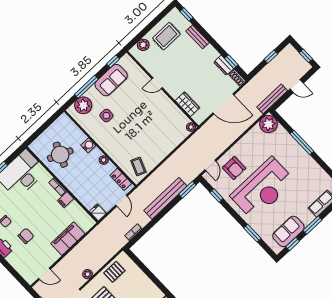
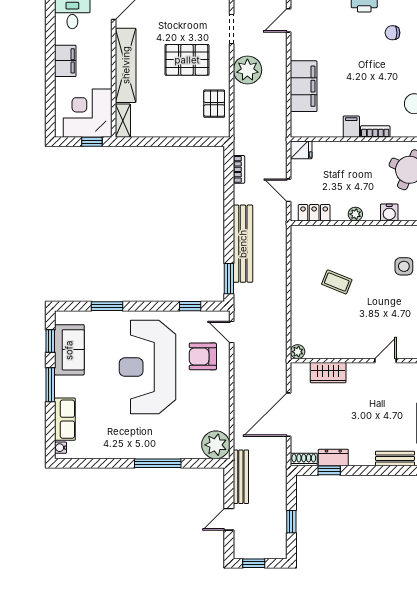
coffee table: (138, 166) -> (337, 282), moved
chair: (26, 236) -> (353, 41), removed
plant: (87, 274) -> (247, 70), width x1.88, depth x1.88

